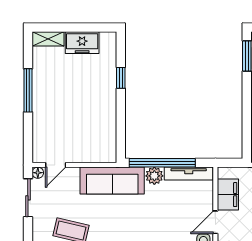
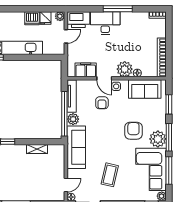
shelving: (110, 122) -> (37, 149), added
door: (56, 165) -> (66, 185), hinge flipped
armchair: (179, 219) -> (102, 103), added

